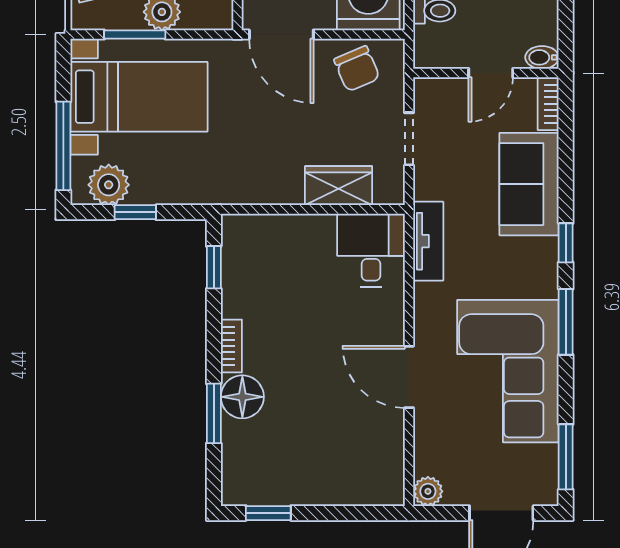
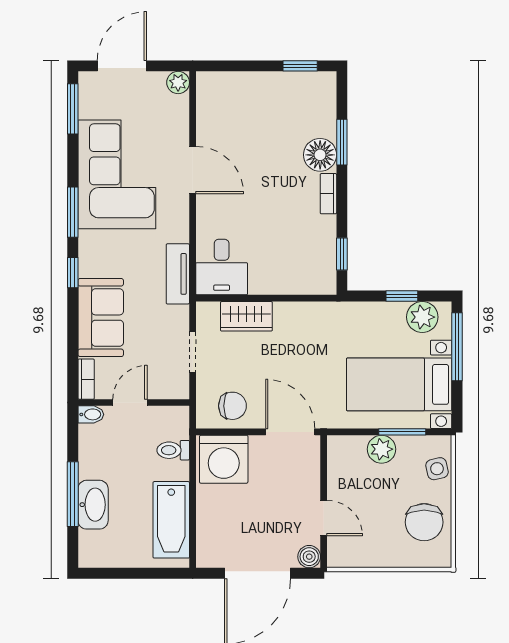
chair: (357, 69) -> (232, 406), turned 113

